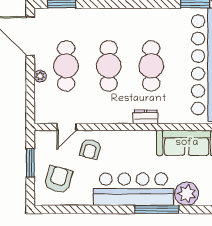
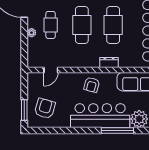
cafe table: (66, 66) -> (51, 25), width x0.73, depth x0.74
armchair: (90, 149) -> (92, 85), moved
window: (30, 163) -> (24, 110), moved

